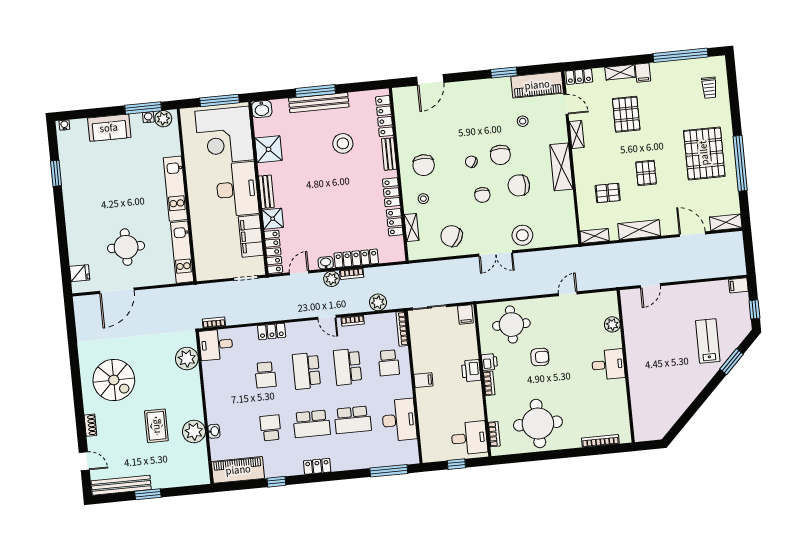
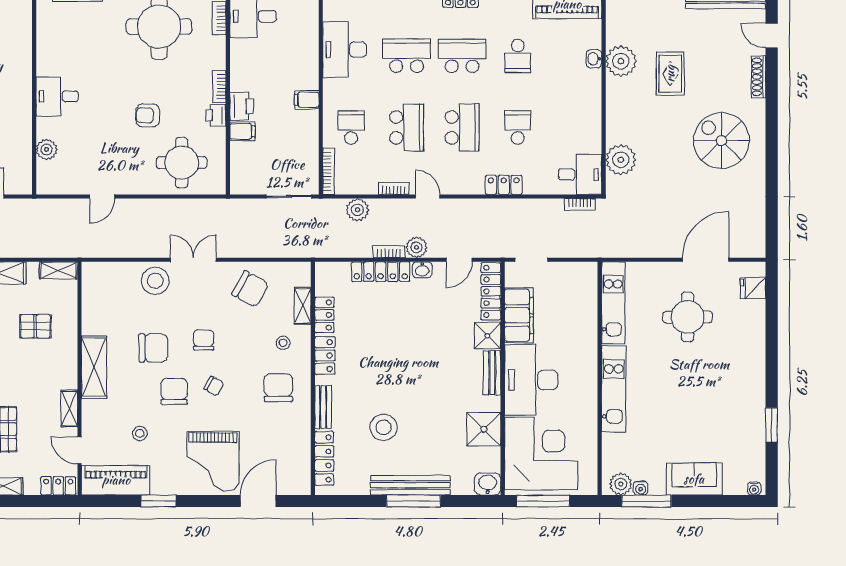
grand piano: (466, 106) -> (213, 461), added
filing cabinet: (465, 315) -> (242, 131), moved, turned 90
shoe rack: (90, 425) -> (759, 77), width x1.43

